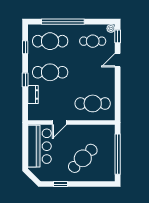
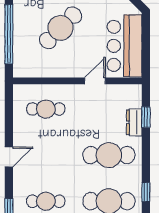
door: (118, 60) -> (9, 157), moved
window: (25, 80) -> (146, 117), moved
cafe table: (93, 103) -> (46, 109), width x0.73, depth x0.74

